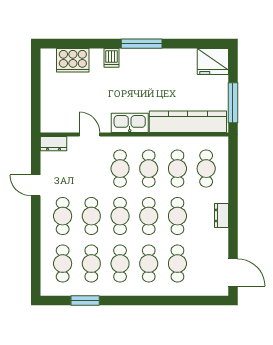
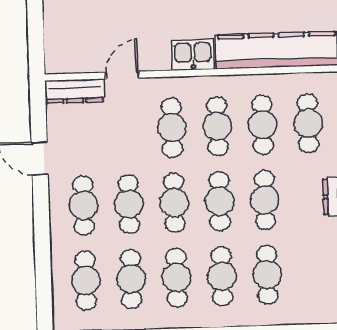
kitchen sink: (130, 123) -> (193, 55), width x0.73
door: (90, 134) -> (122, 75), hinge flipped
dresser: (54, 144) -> (75, 91), width x1.44

